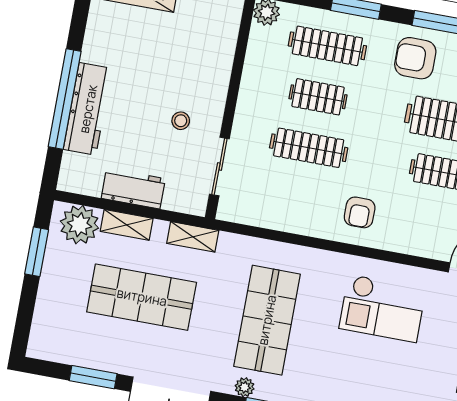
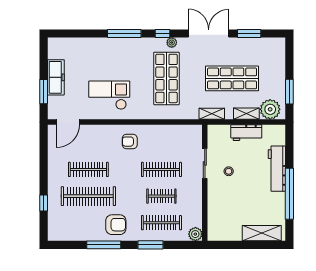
window: (65, 99) -> (289, 194), moved
sliding door: (219, 167) -> (205, 163), moved
armchair: (360, 212) -> (130, 142), turned -90

